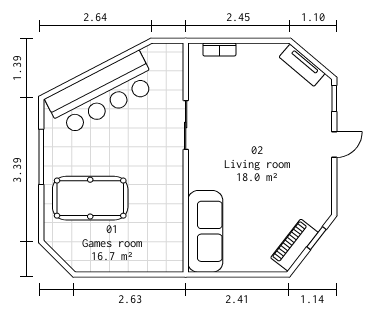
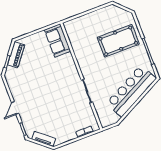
sofa: (205, 231) -> (58, 40), width x0.73

